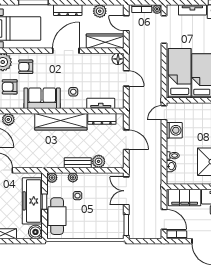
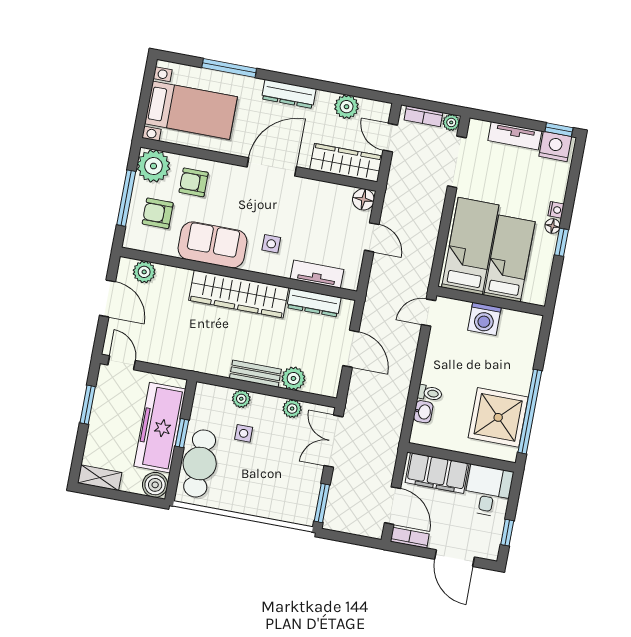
washing machine: (174, 130) -> (484, 319), moved, turned 90
plant: (52, 178) -> (292, 409), moved

